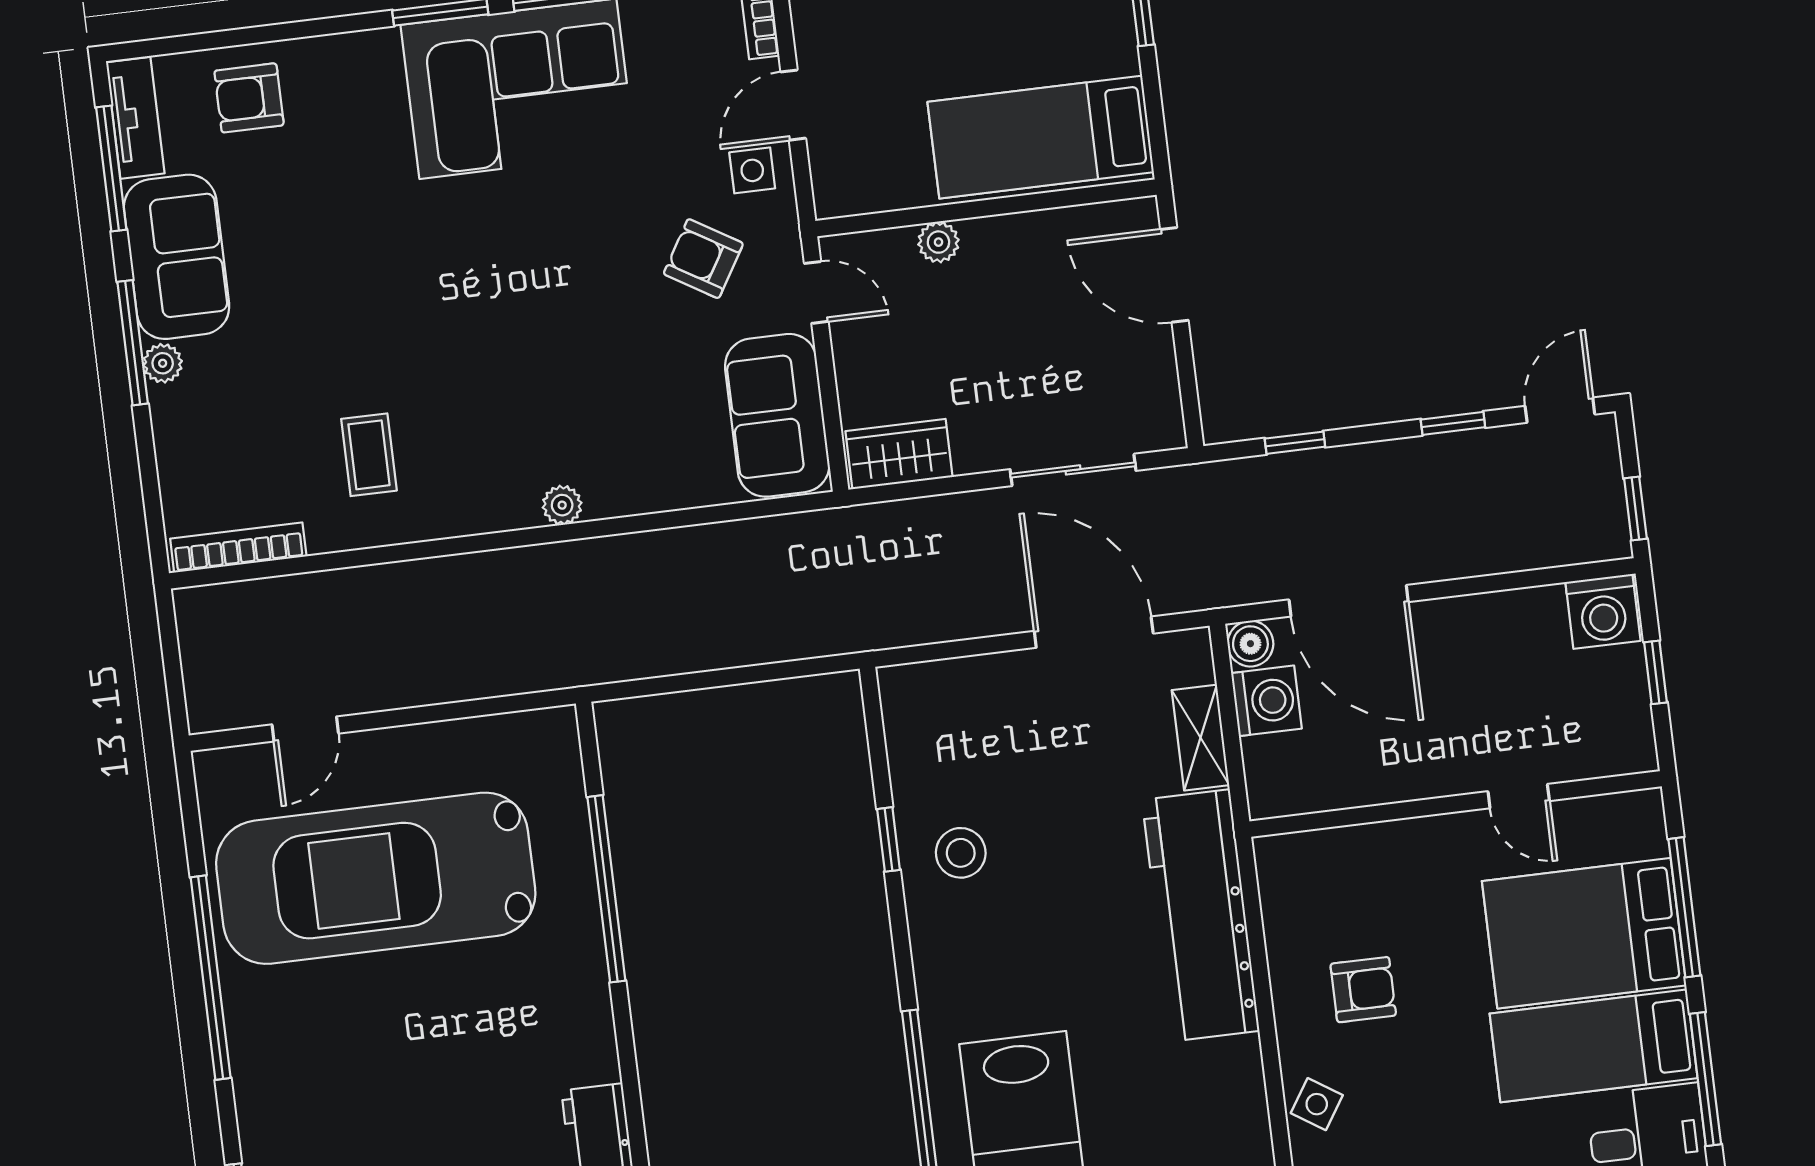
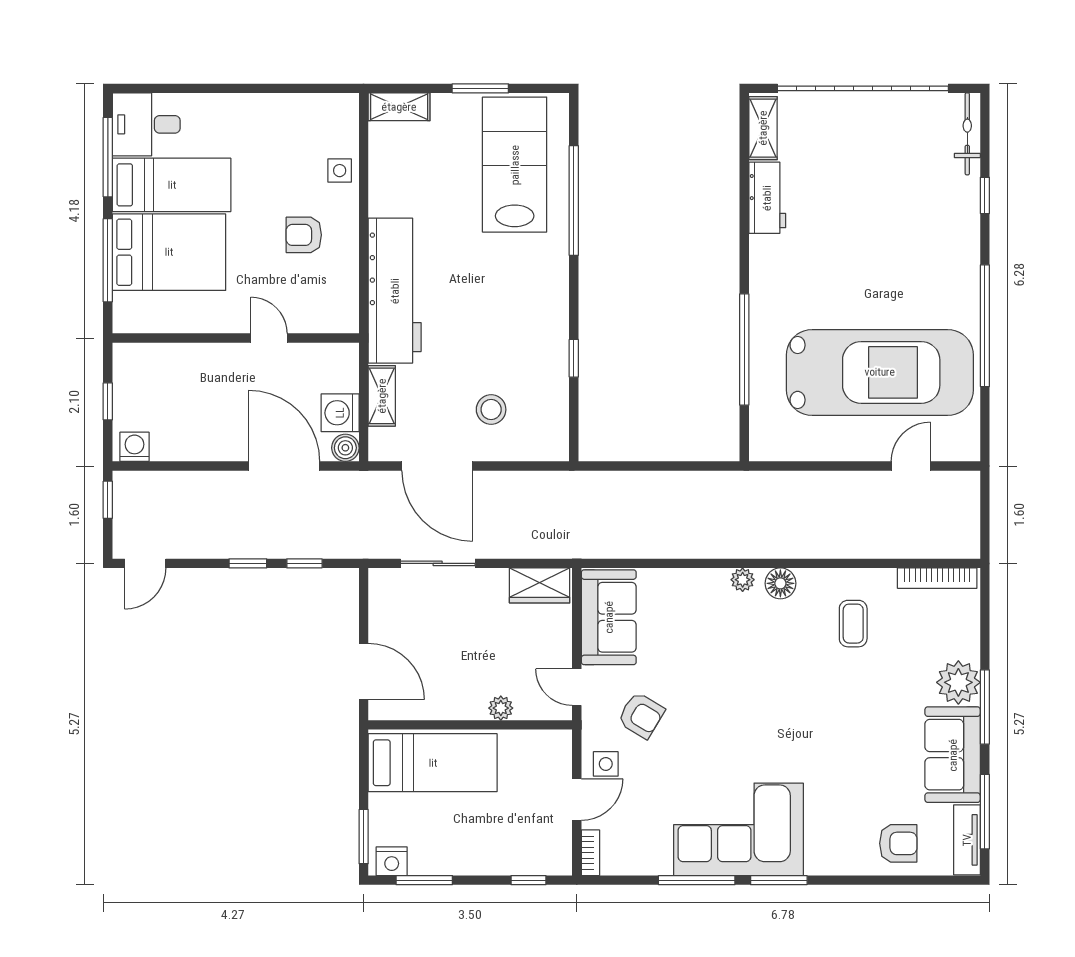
plant: (163, 363) -> (958, 682), width x1.88, depth x1.88
window: (1453, 423) -> (248, 563), moved
floor lamp: (498, 507) -> (780, 583), added
washing machine: (1603, 611) -> (134, 447), width x0.73, depth x0.73
door: (1519, 796) -> (269, 338), moved
stool: (961, 853) -> (491, 410), moved
side table: (1317, 1104) -> (340, 171), turned -33

